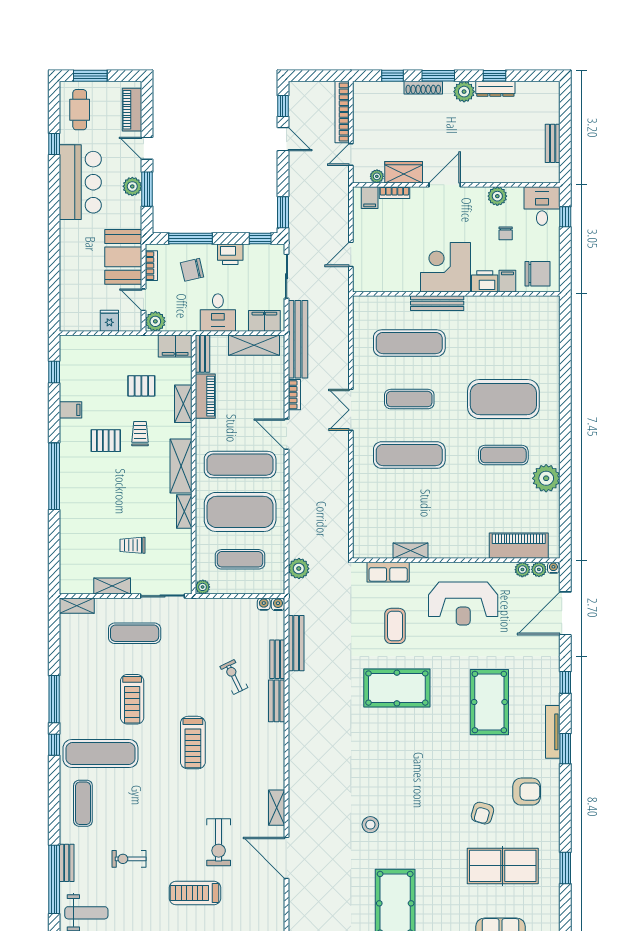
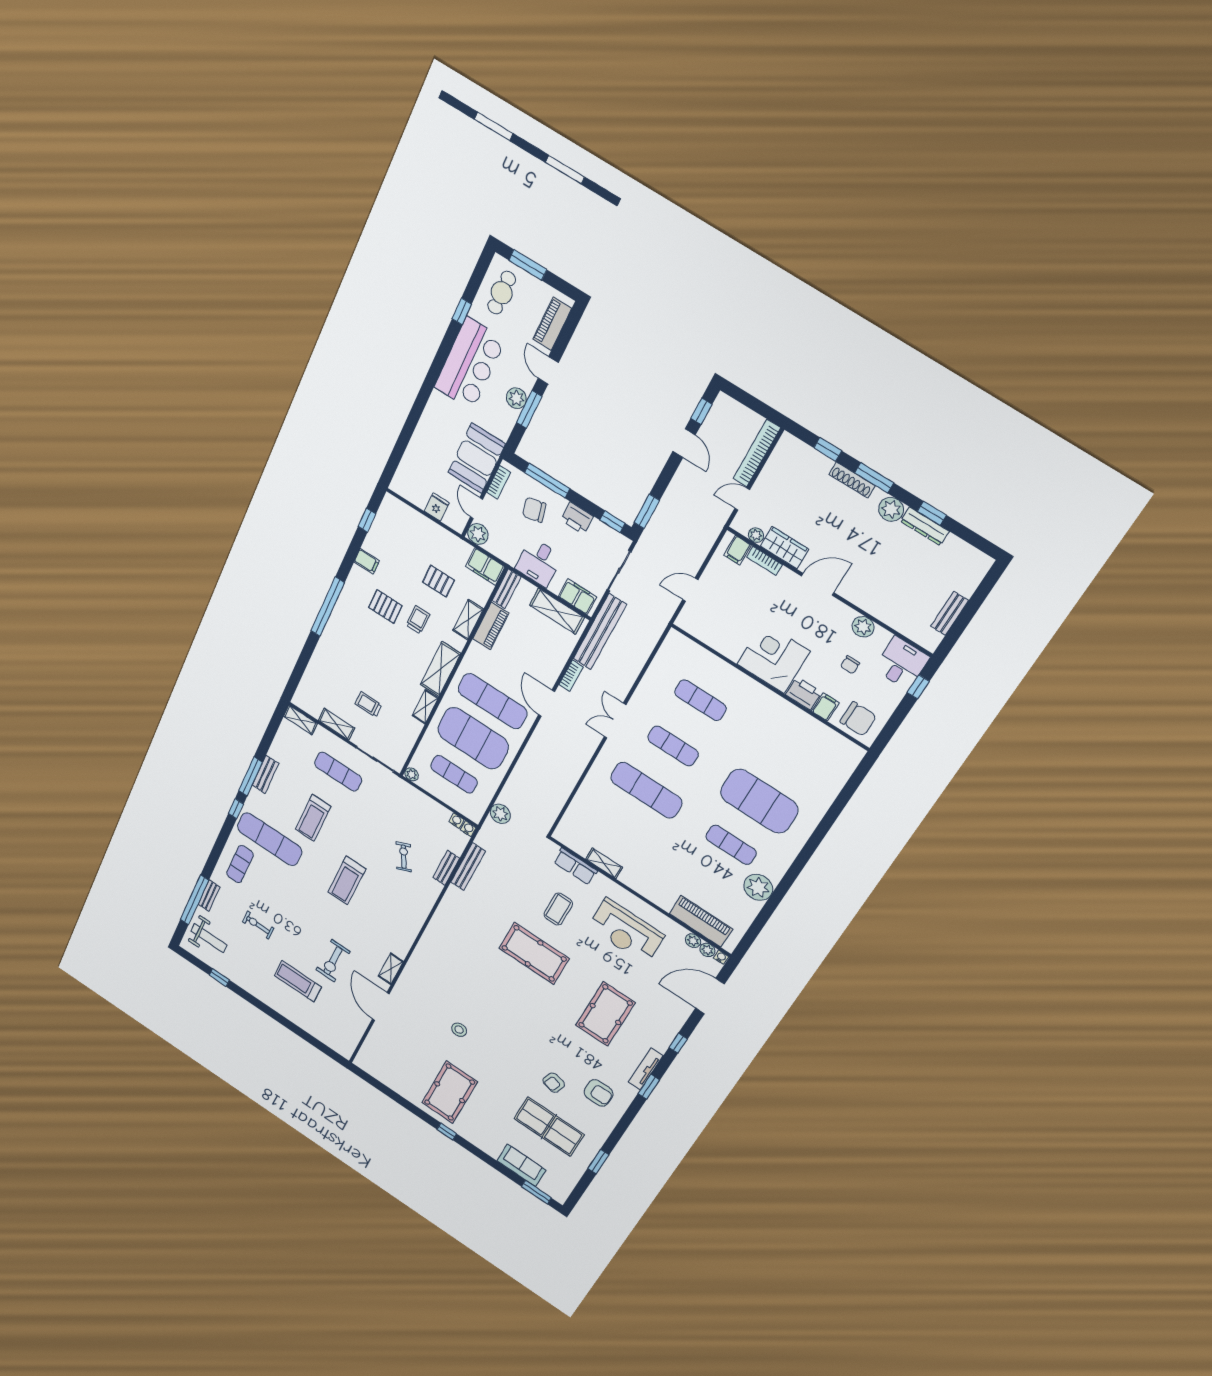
bench: (437, 303) -> (747, 683), removed
exercise mat: (409, 343) -> (700, 700), width x0.73, depth x0.69
bench: (277, 701) -> (265, 774), moved

